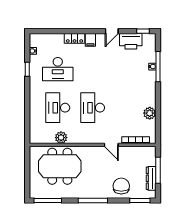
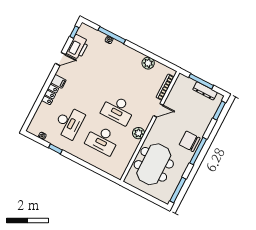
door: (112, 31) -> (60, 59), hinge flipped
plant: (61, 138) -> (138, 133), moved
chair: (121, 186) -> (190, 141), moved

